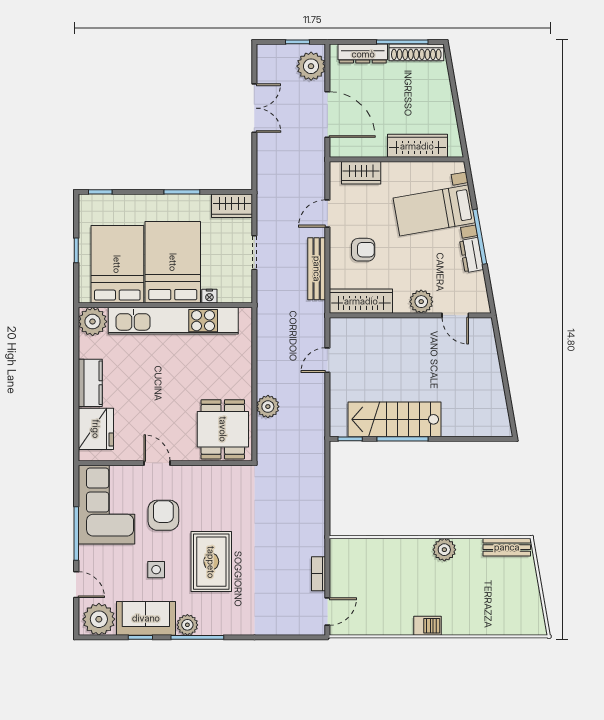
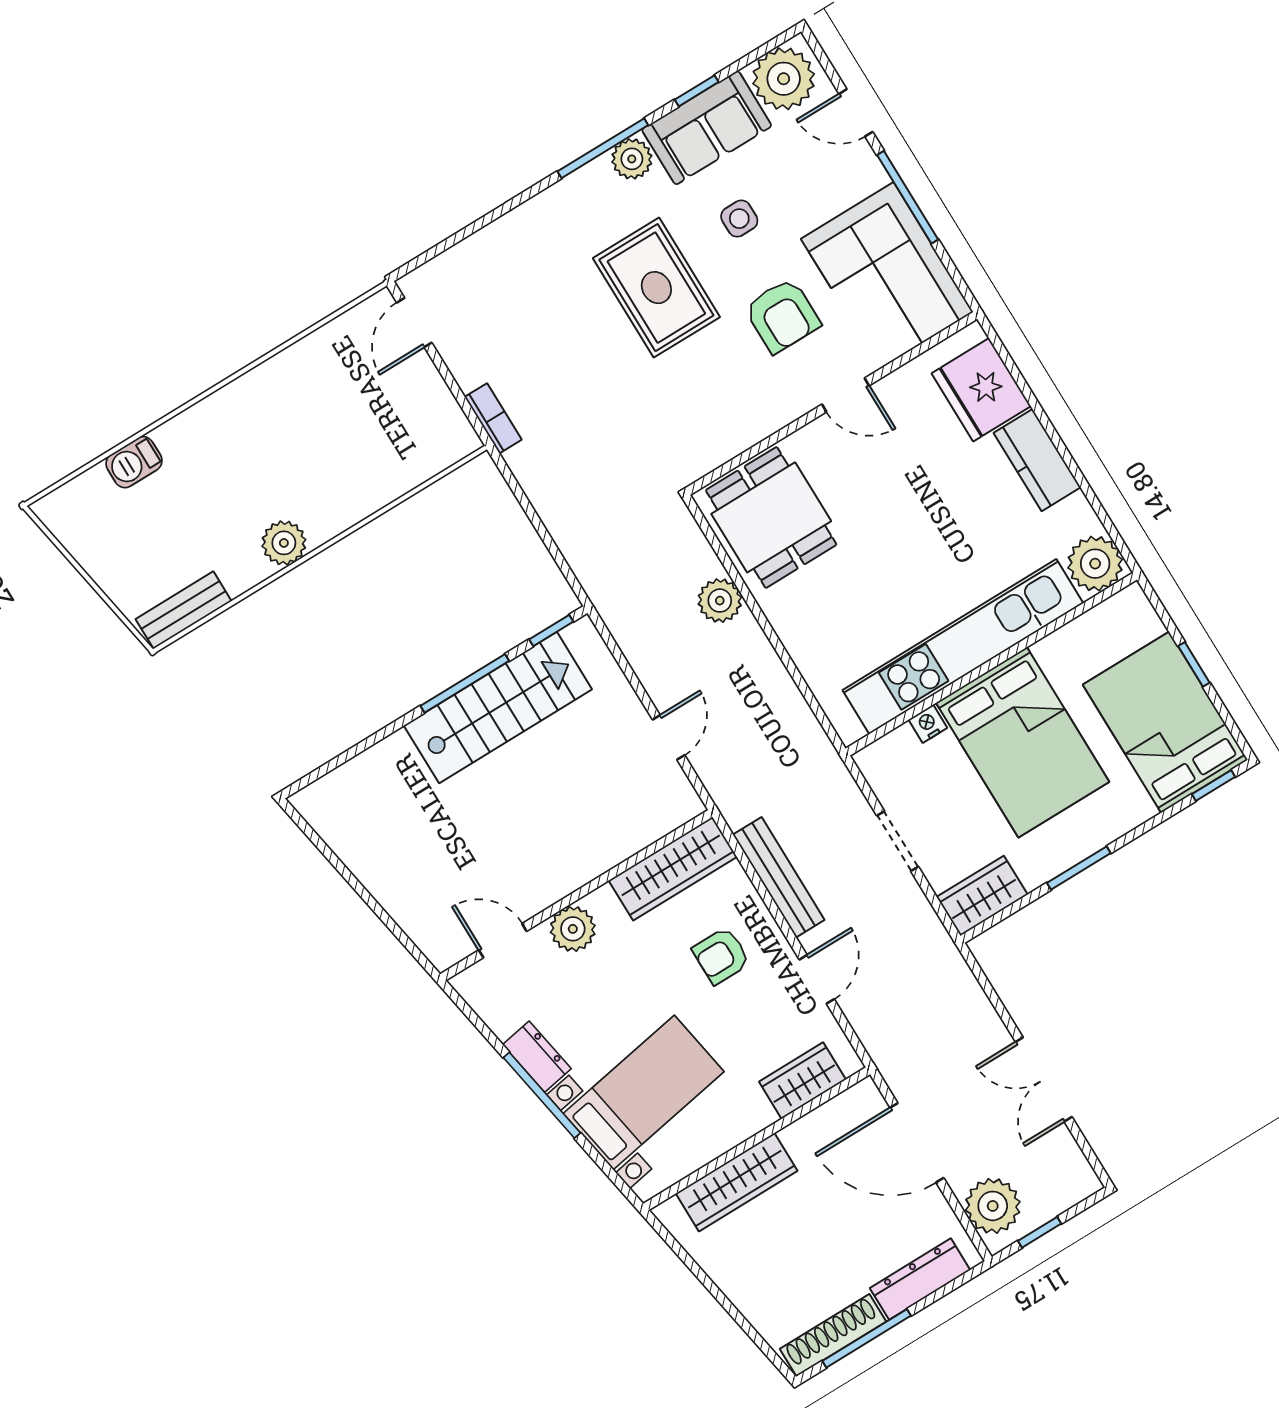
bed: (117, 264) -> (1165, 722), moved, turned 180
bookcase: (318, 574) -> (493, 418), moved
barbecue: (428, 626) -> (134, 462), moved

